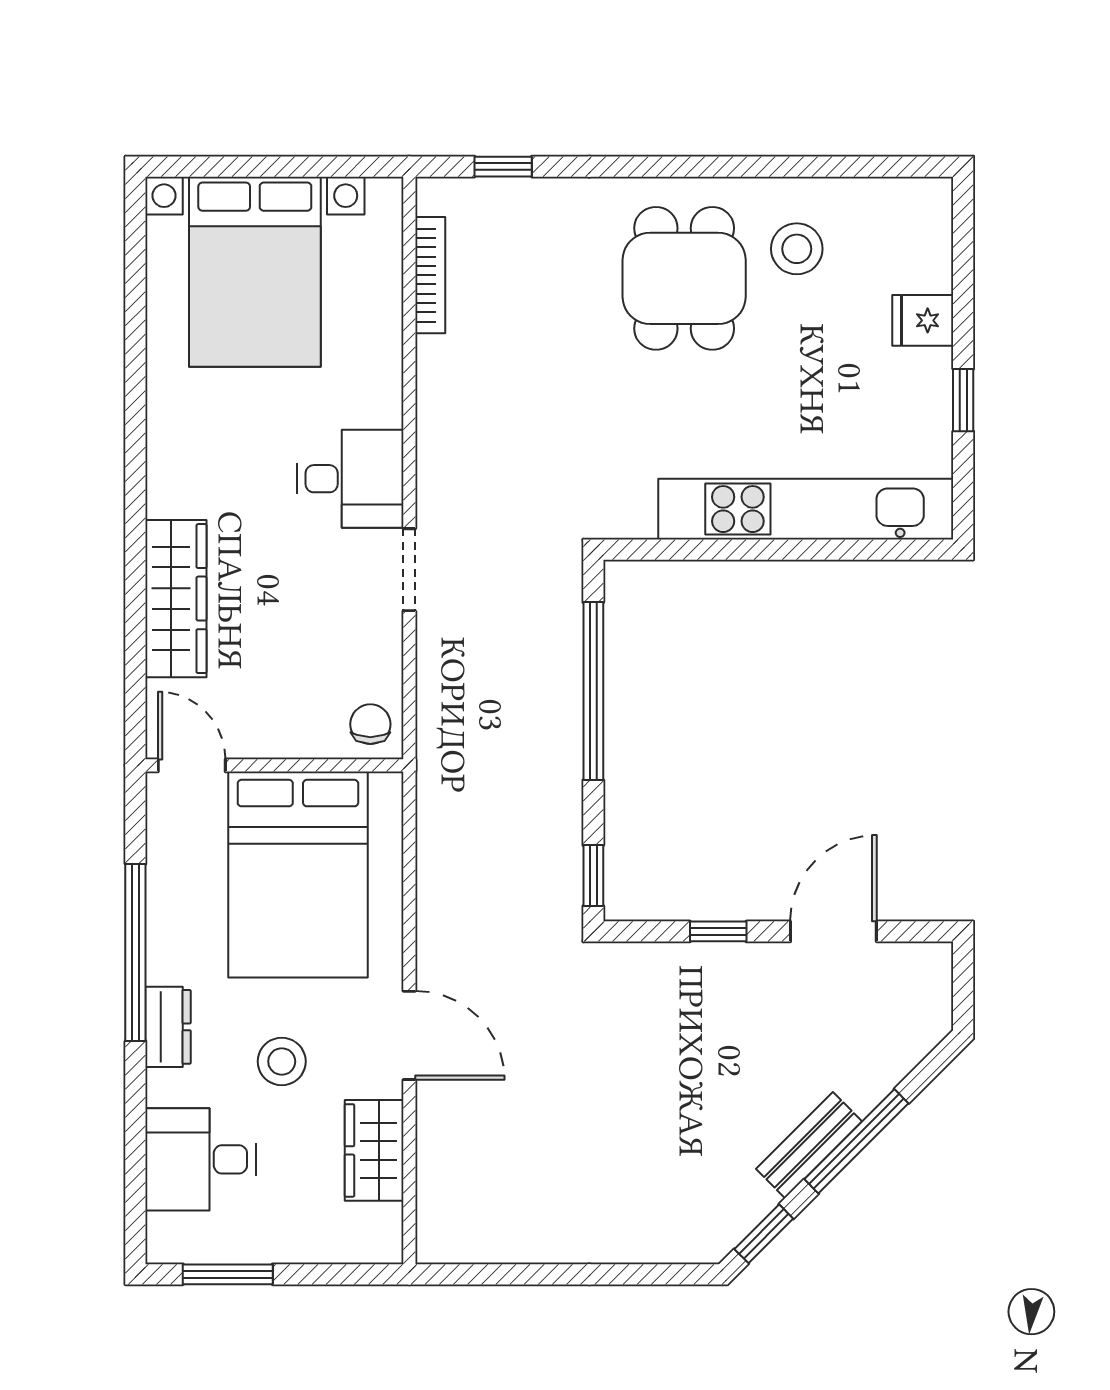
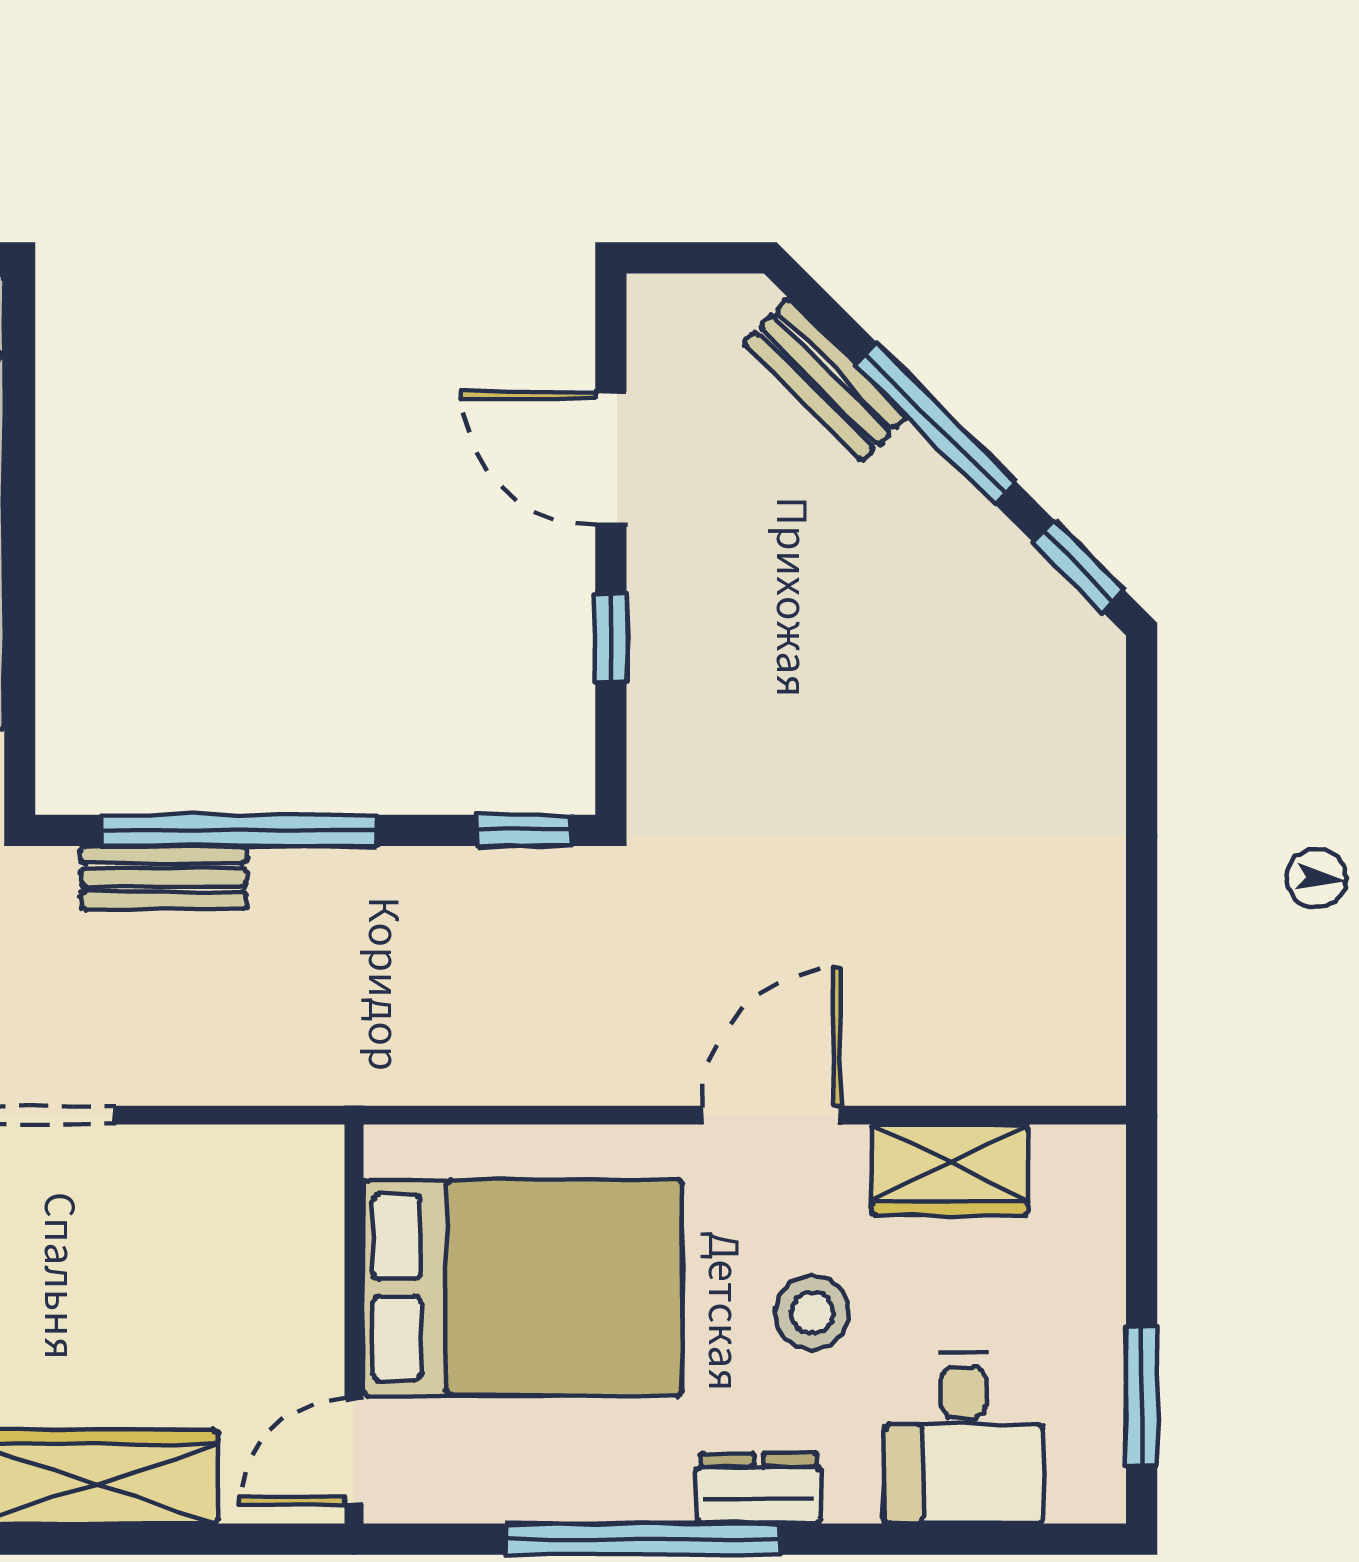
bench: (563, 643) -> (164, 878), added
chair: (370, 724) -> (290, 1176), removed
bench: (809, 1145) -> (825, 380), moved

